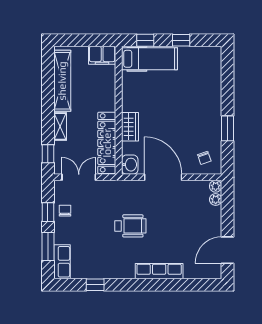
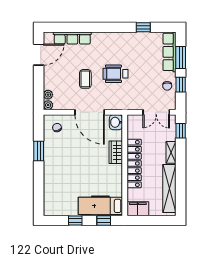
locker: (107, 143) -> (134, 163), moved
coffee table: (168, 219) -> (85, 79), added
row of seats: (62, 262) -> (170, 52), width x1.48
row of seats: (159, 271) -> (72, 38), moved

